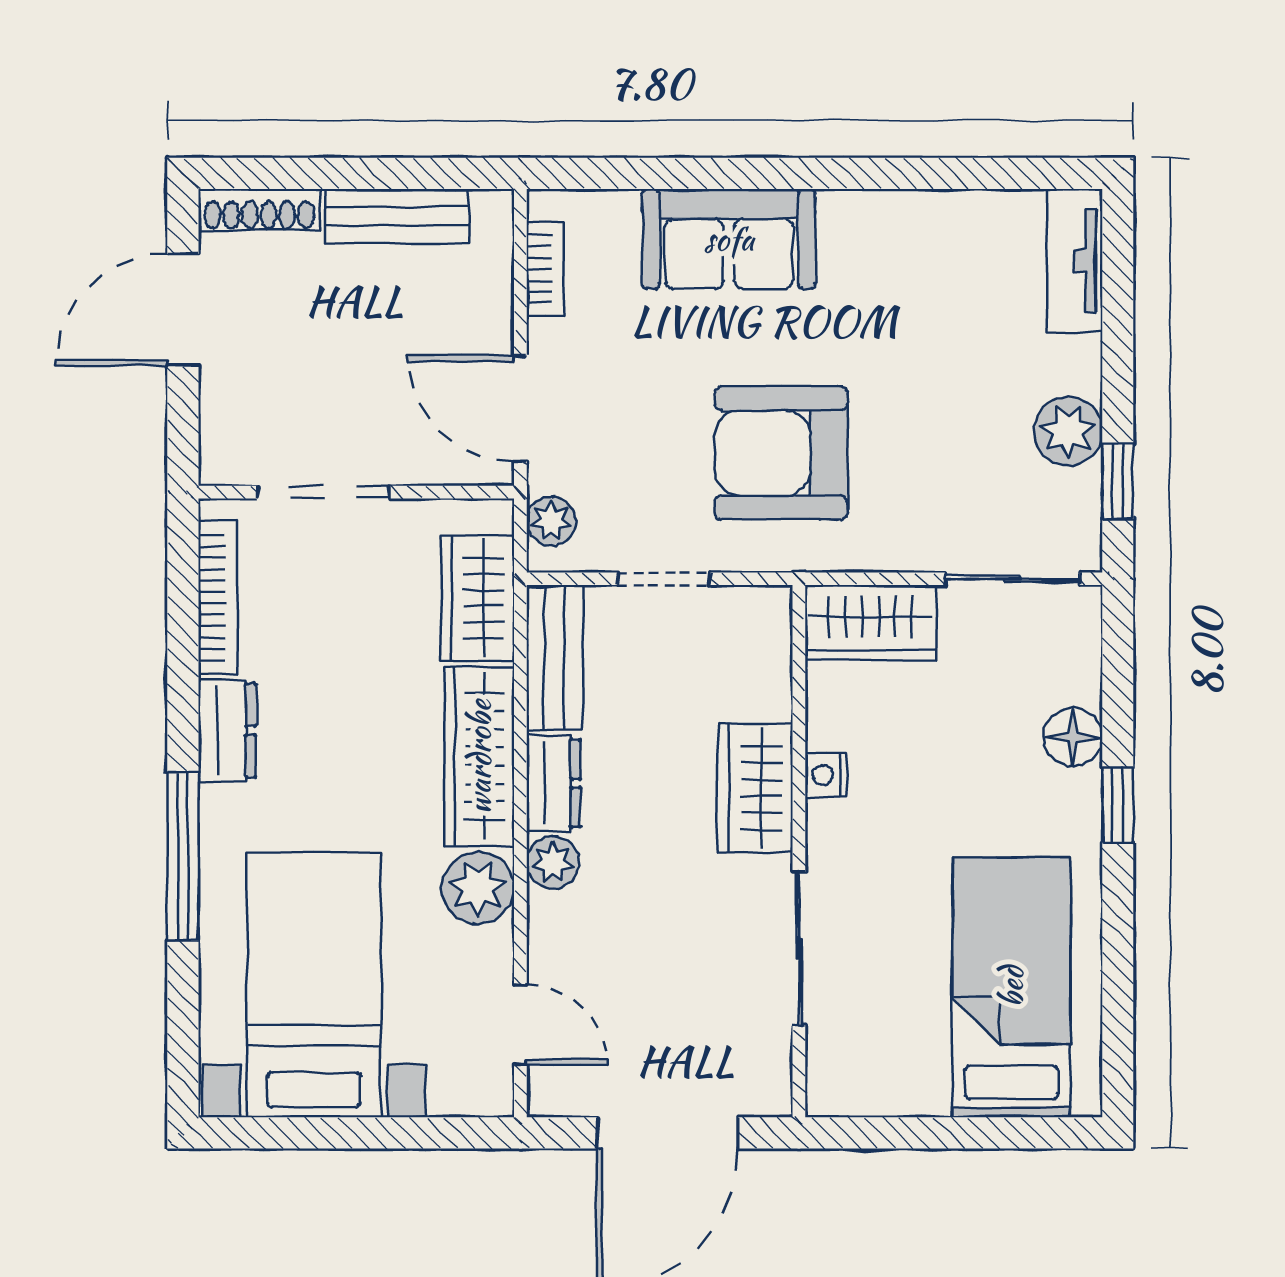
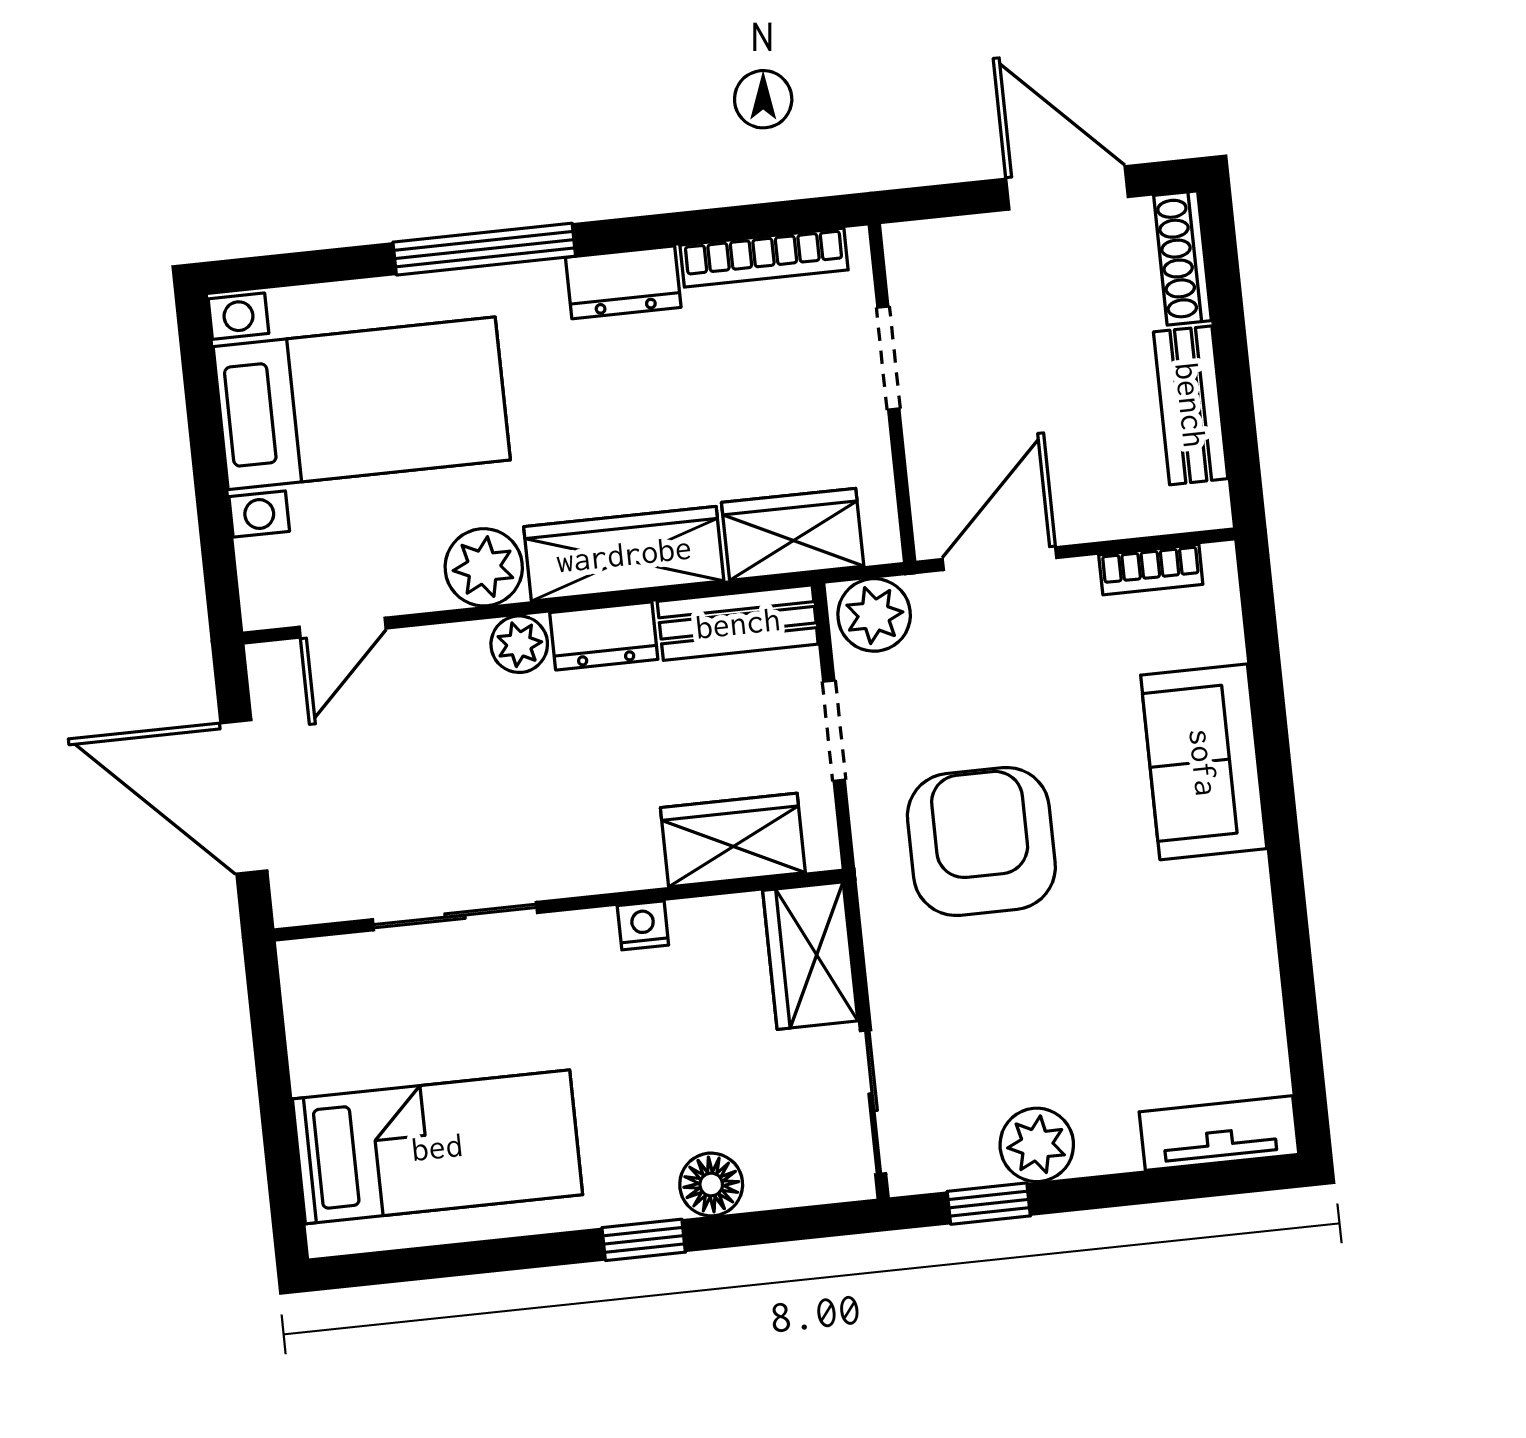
doorway: (323, 492) -> (888, 358), width x0.73
plant: (551, 521) -> (874, 615), width x1.38, depth x1.38
wardrobe: (756, 788) -> (733, 840), moved

